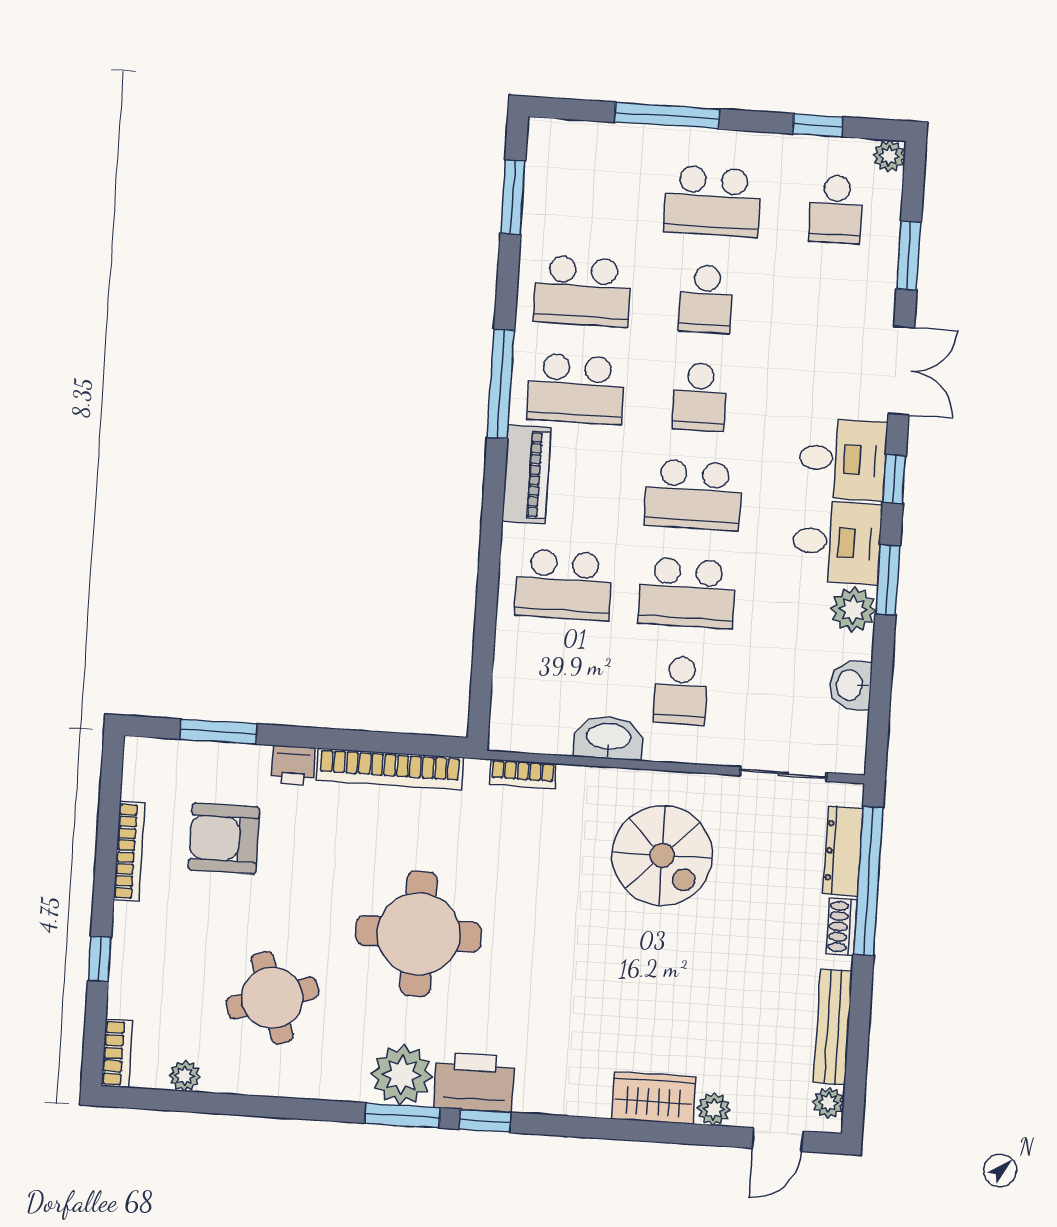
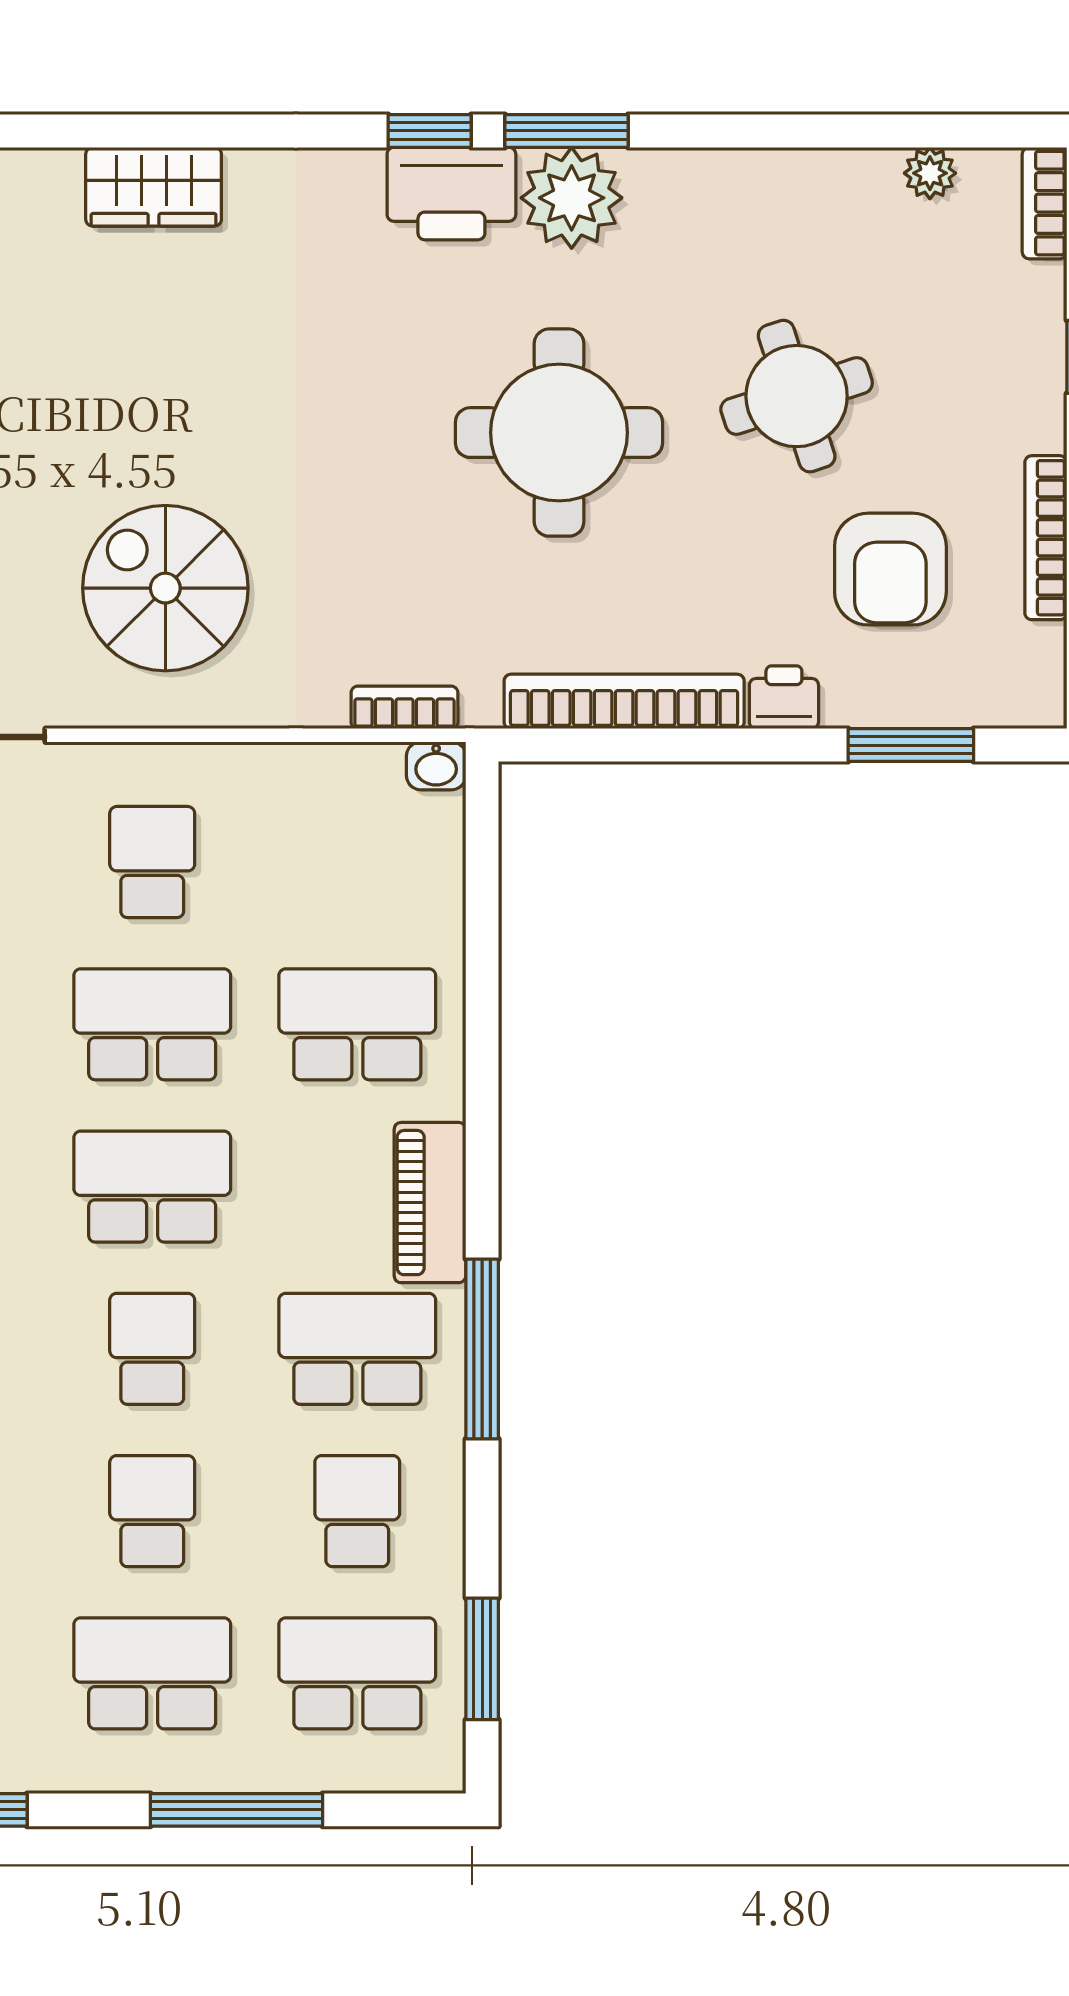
school desk: (589, 193) -> (357, 1673), added
school desk: (582, 291) -> (357, 1511), width x0.54
washbasin: (608, 738) -> (436, 766), moved, width x0.52, depth x0.69
armchair: (224, 839) -> (890, 569), turned 90
round table: (272, 998) -> (797, 396), moved
plant: (714, 1109) -> (53, 175), removed

